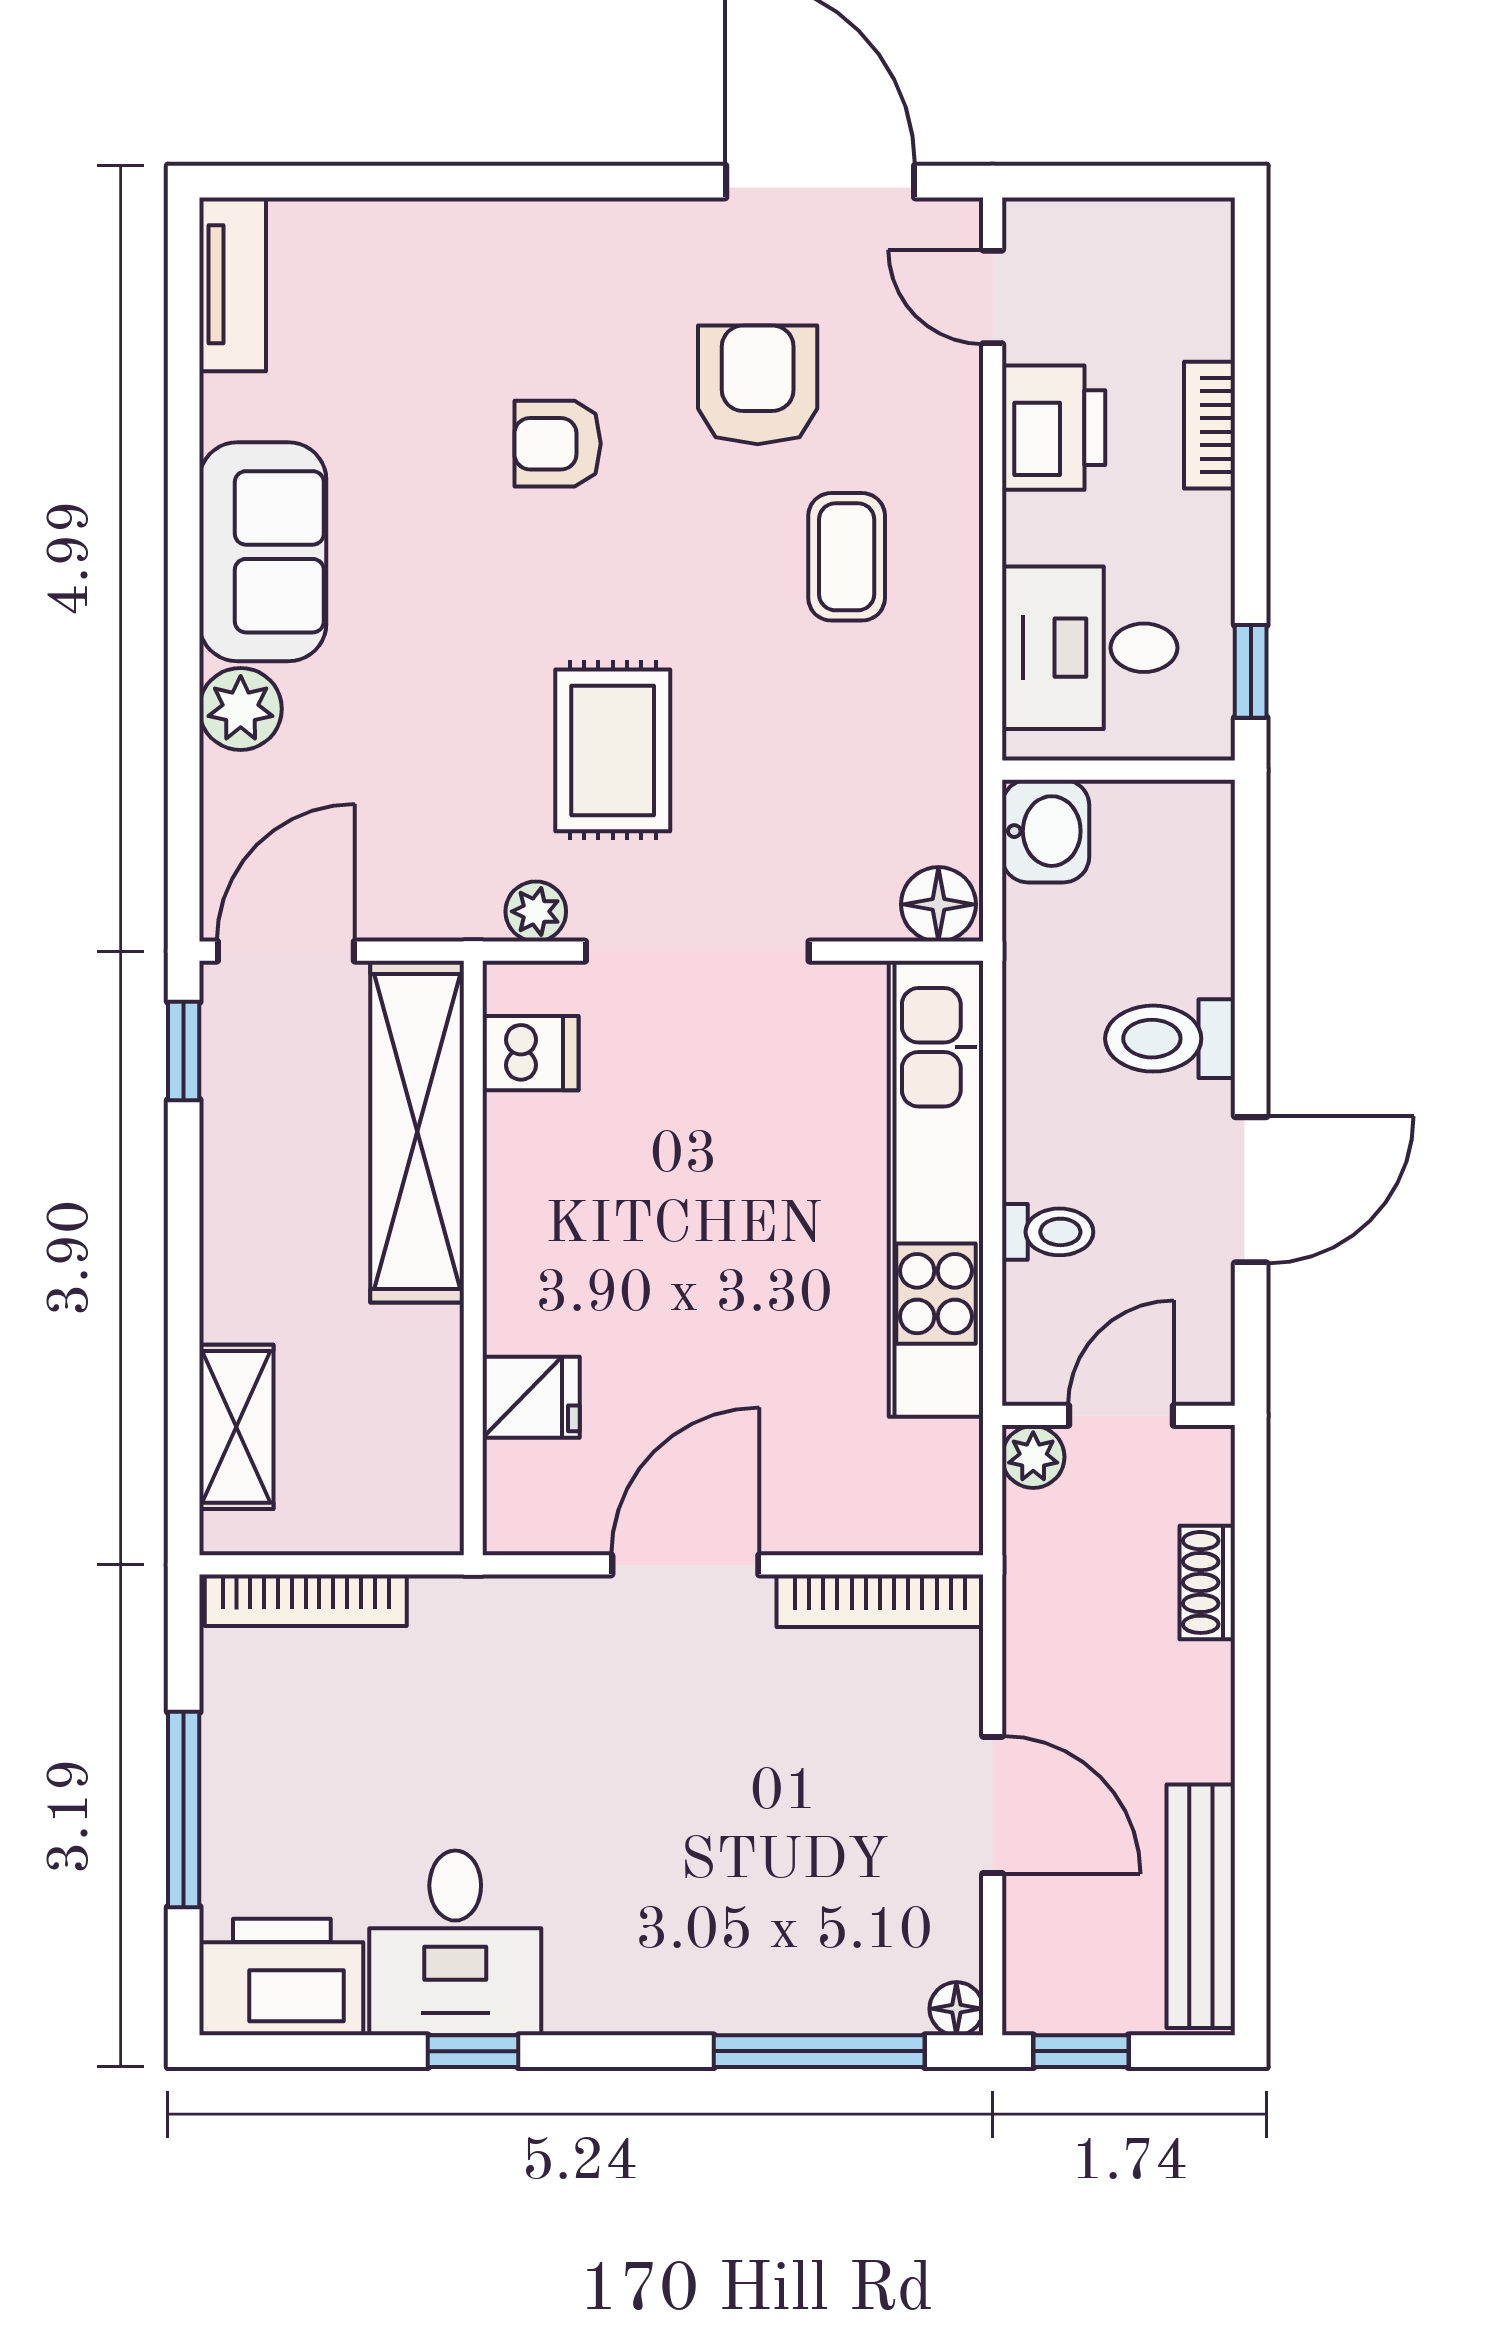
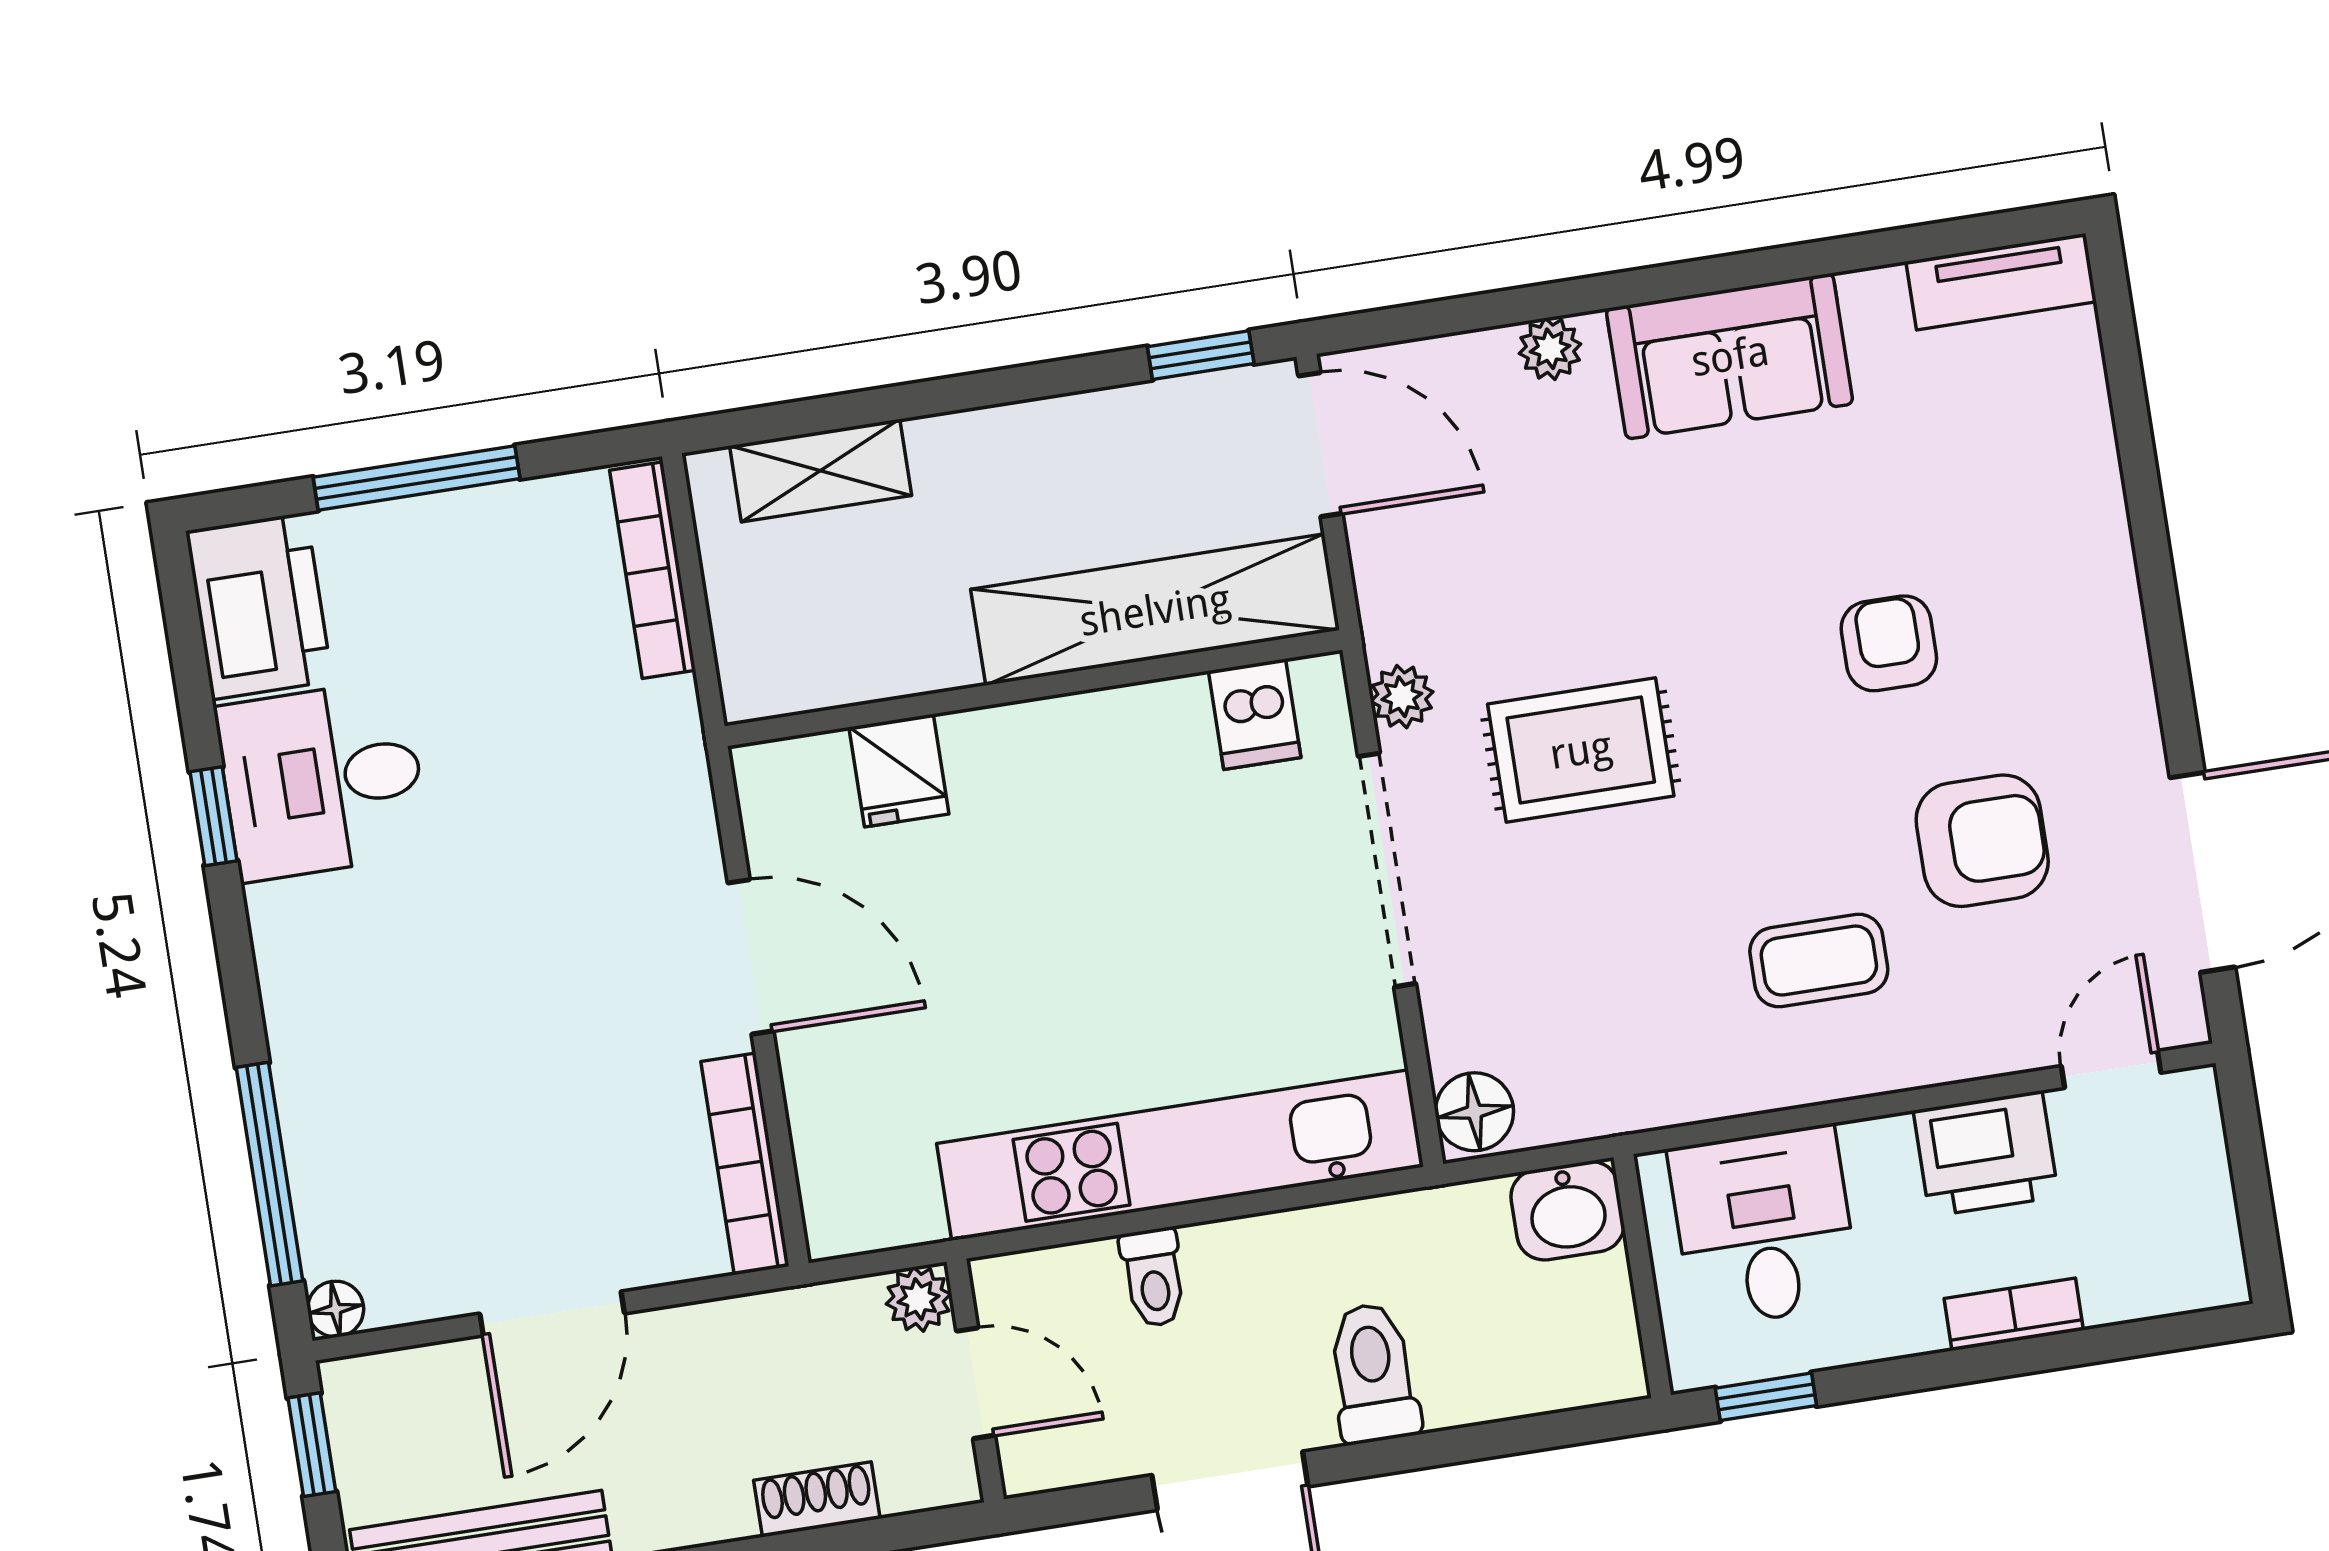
plant: (241, 709) -> (1550, 349), width x0.73, depth x0.73

